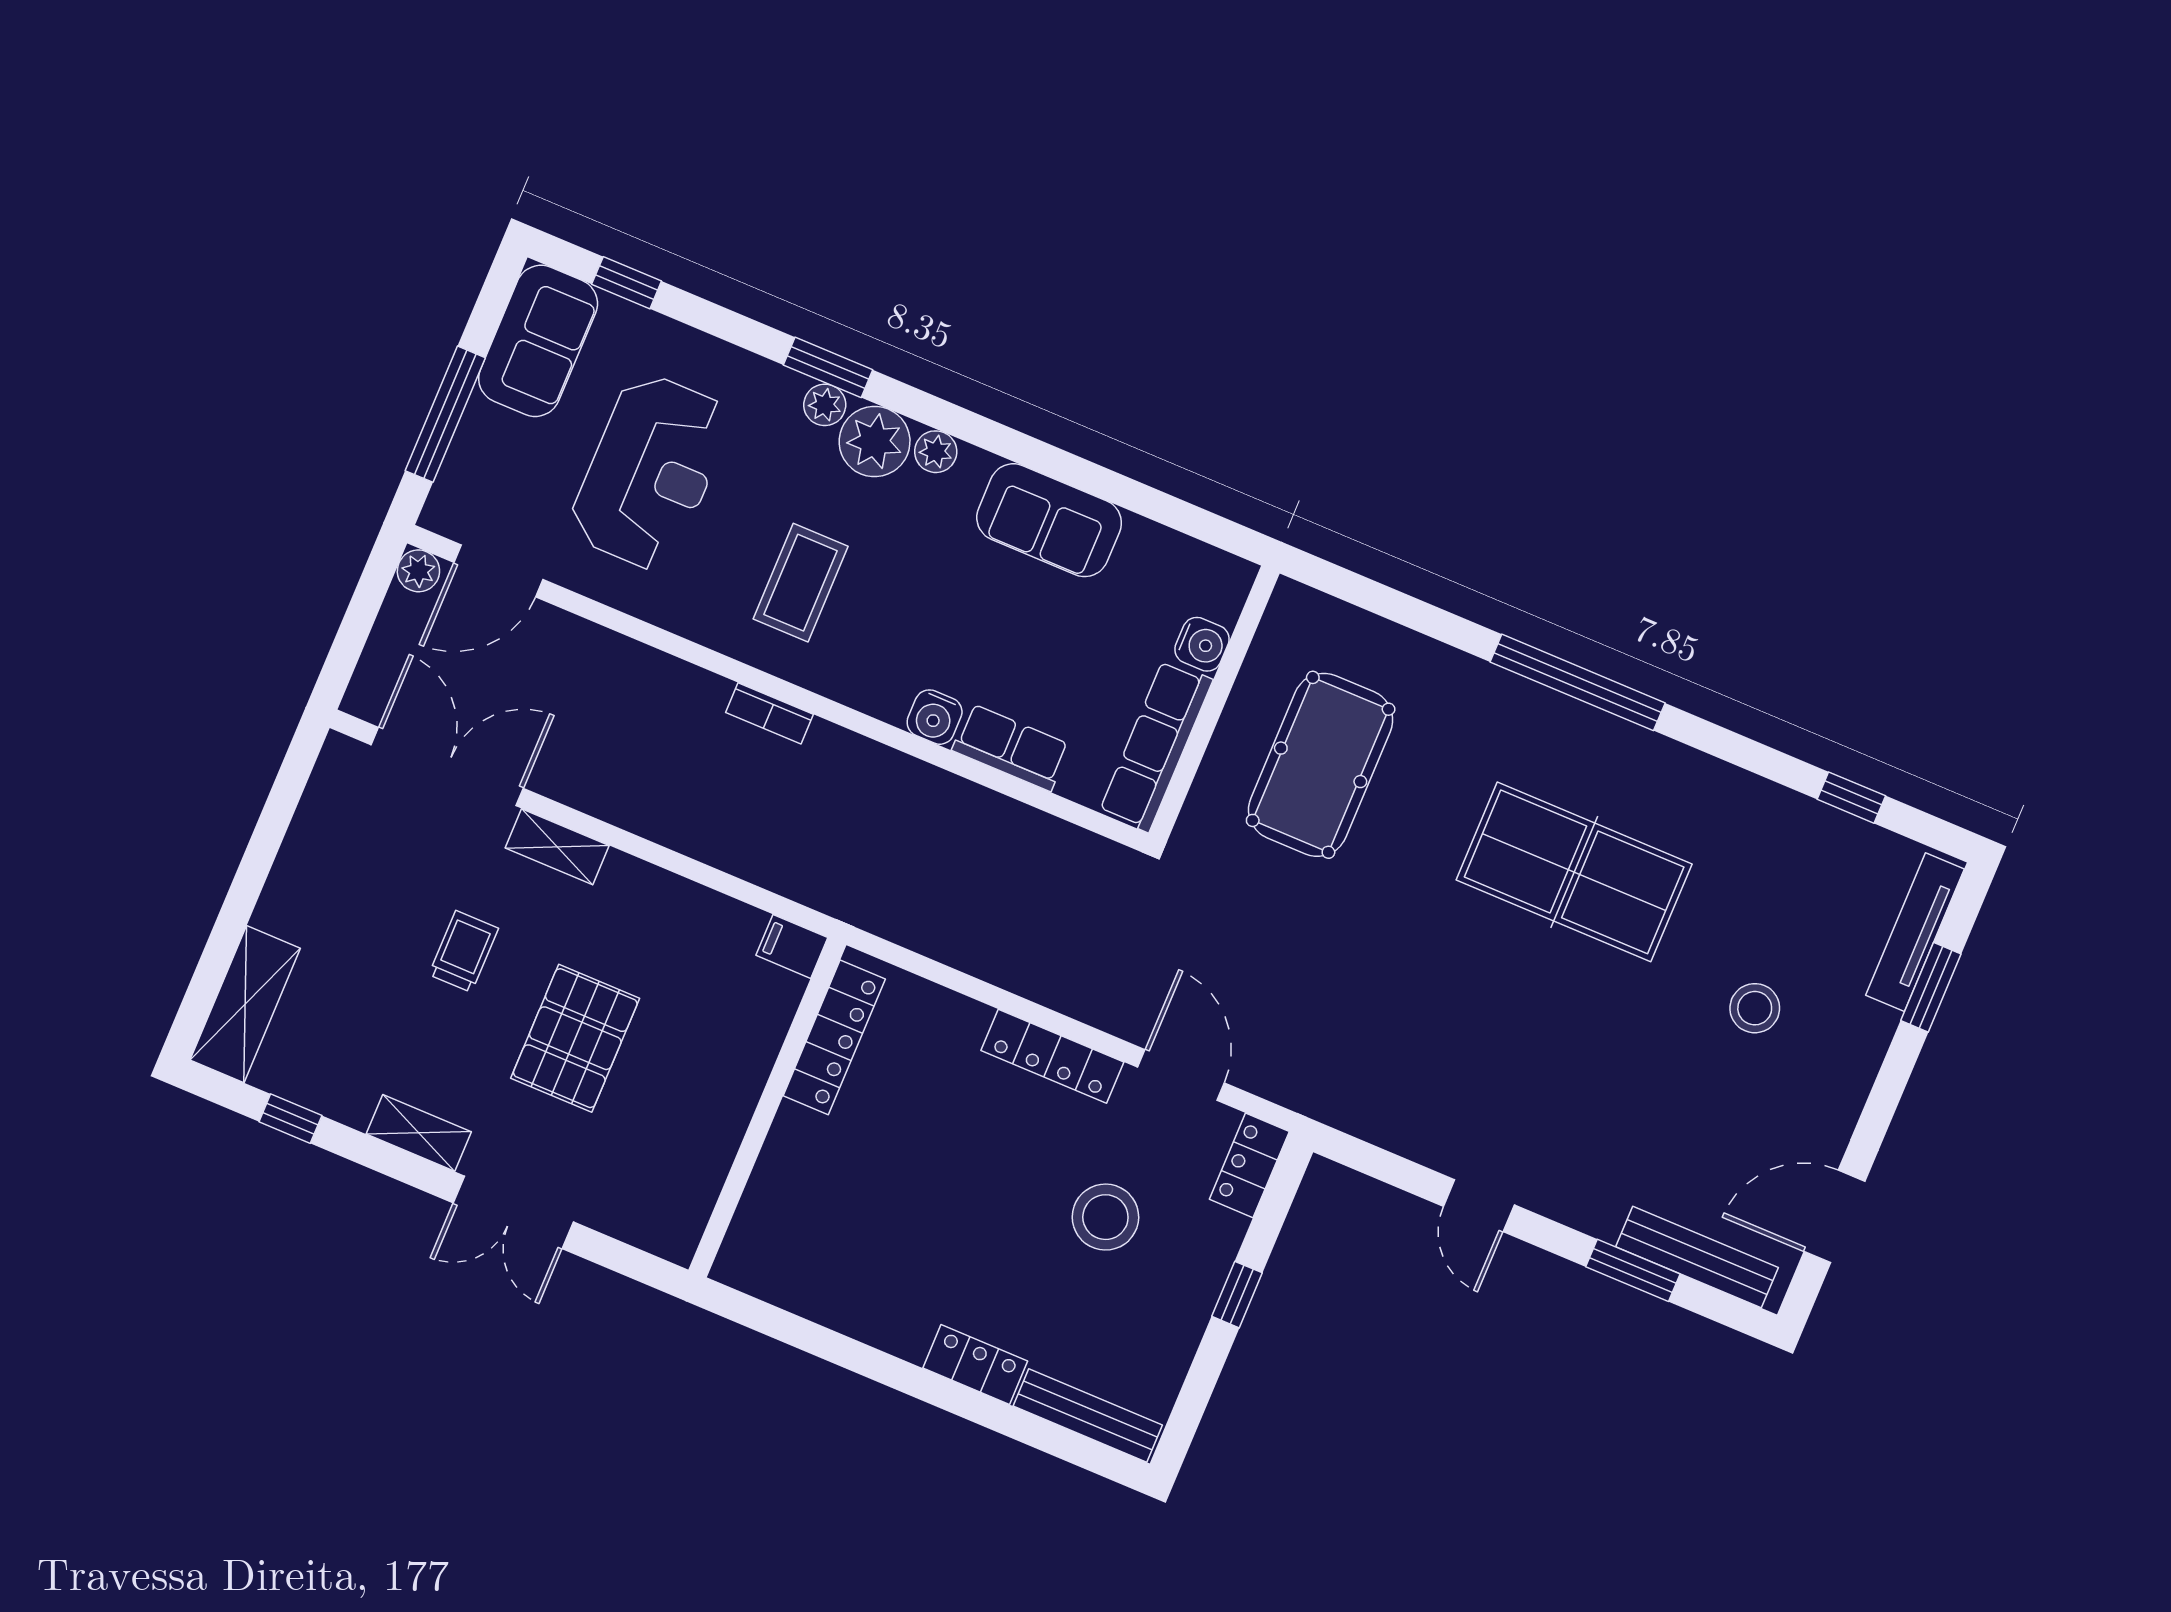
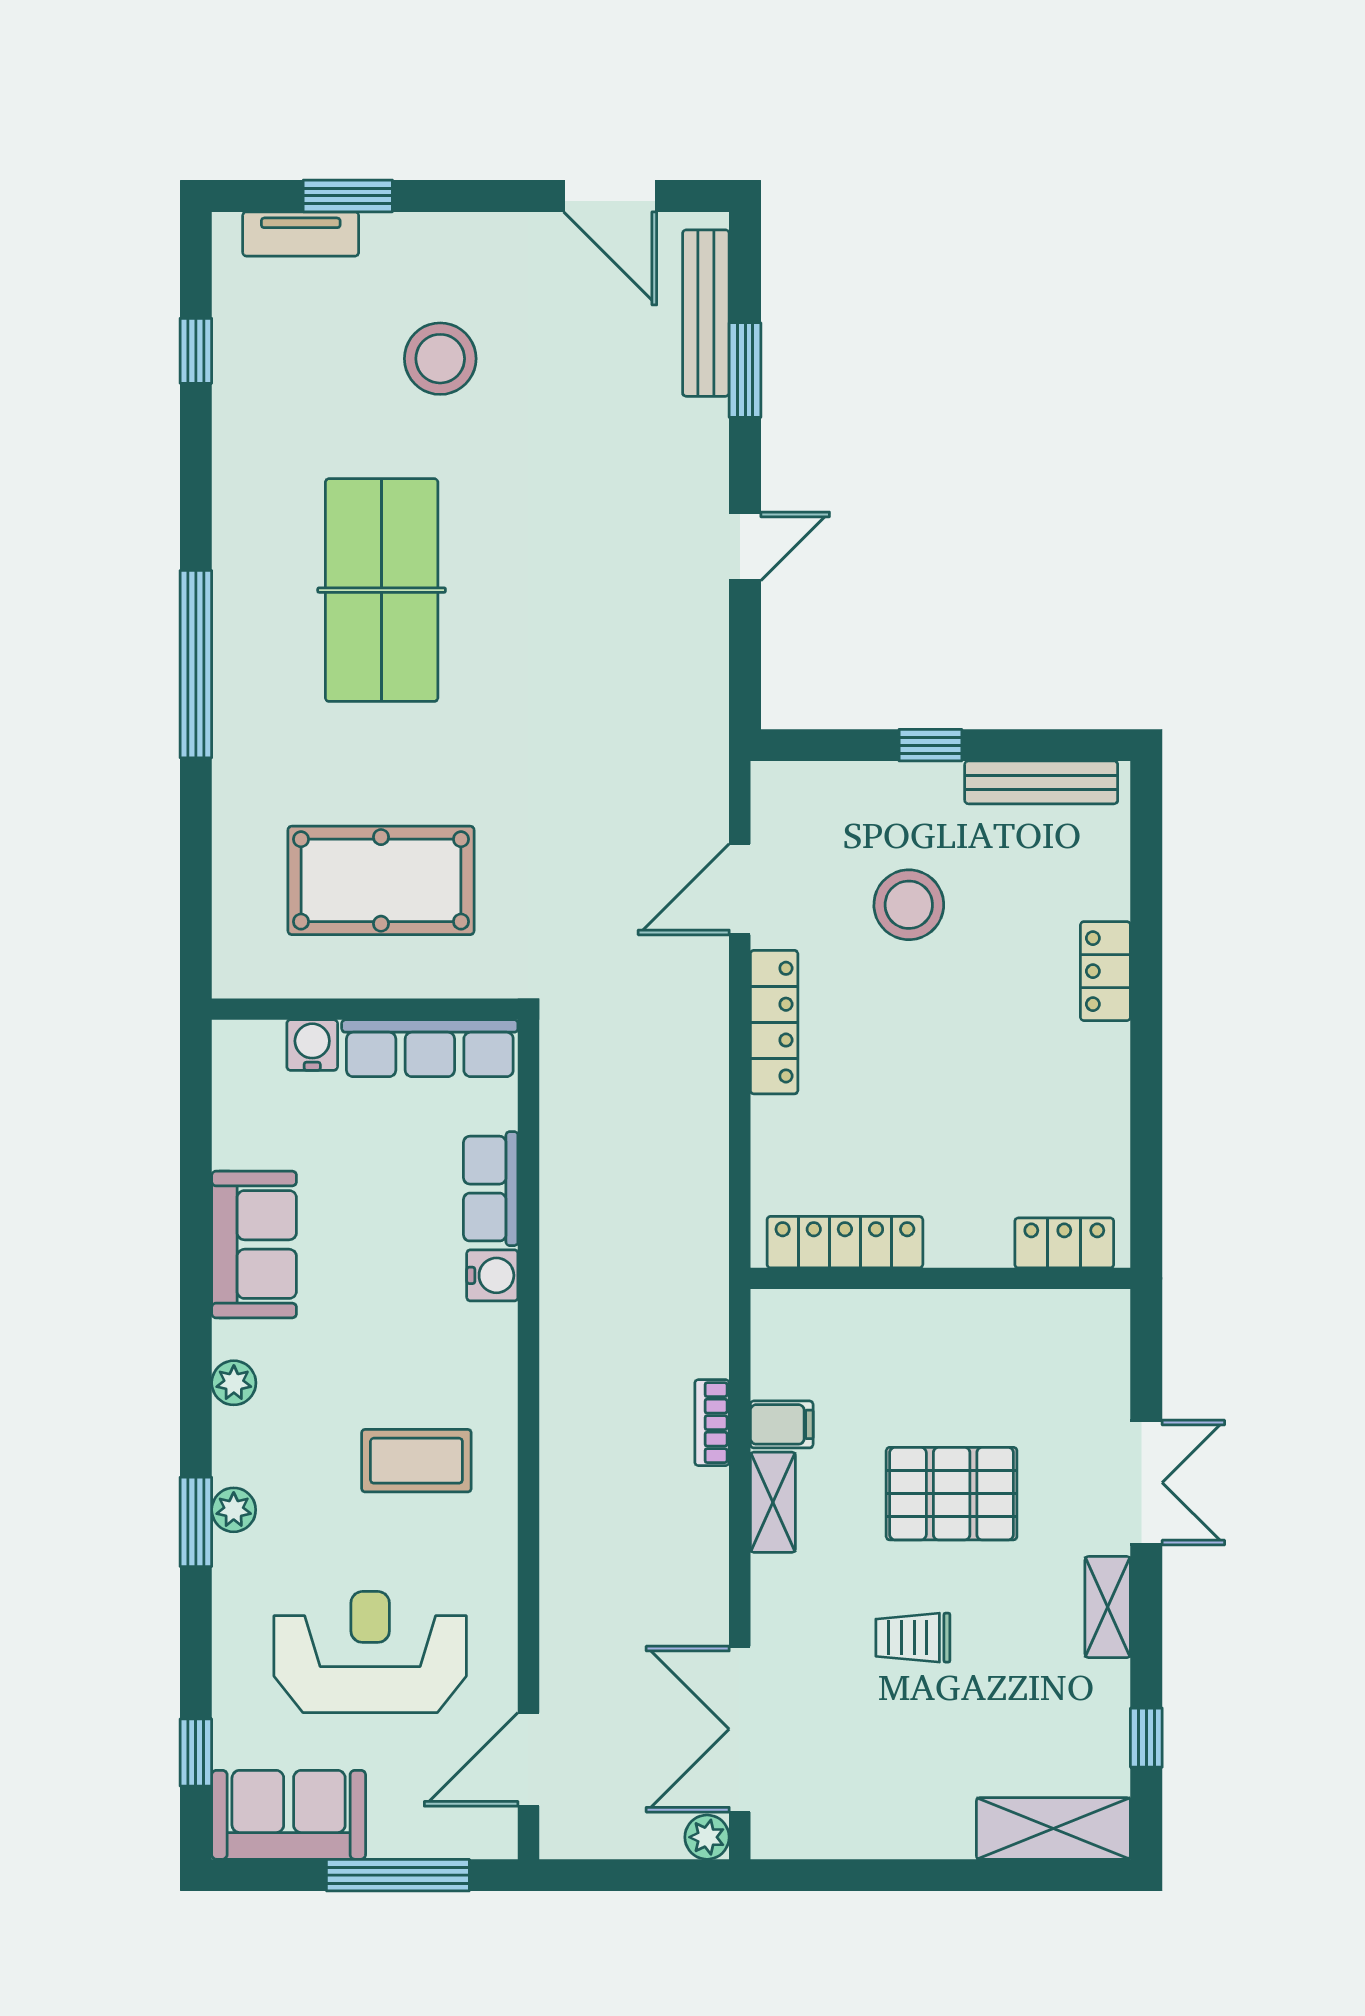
plant: (875, 442) -> (249, 1446), removed
plant: (418, 571) -> (707, 1837), moved
door: (498, 571) -> (529, 1759), swing flipped
bookcase: (770, 713) -> (712, 1423), moved, turned 180
shelving: (557, 847) -> (773, 1502), moved
tv unit: (1915, 932) -> (301, 234), width x0.71
filing cabinet: (792, 946) -> (782, 1424), moved, turned -90
stool: (1755, 1008) -> (440, 359), width x1.38, depth x1.38
locker: (1249, 1165) -> (1064, 1243), moved, turned 180
bench: (1088, 1416) -> (1041, 782), moved, turned 90

